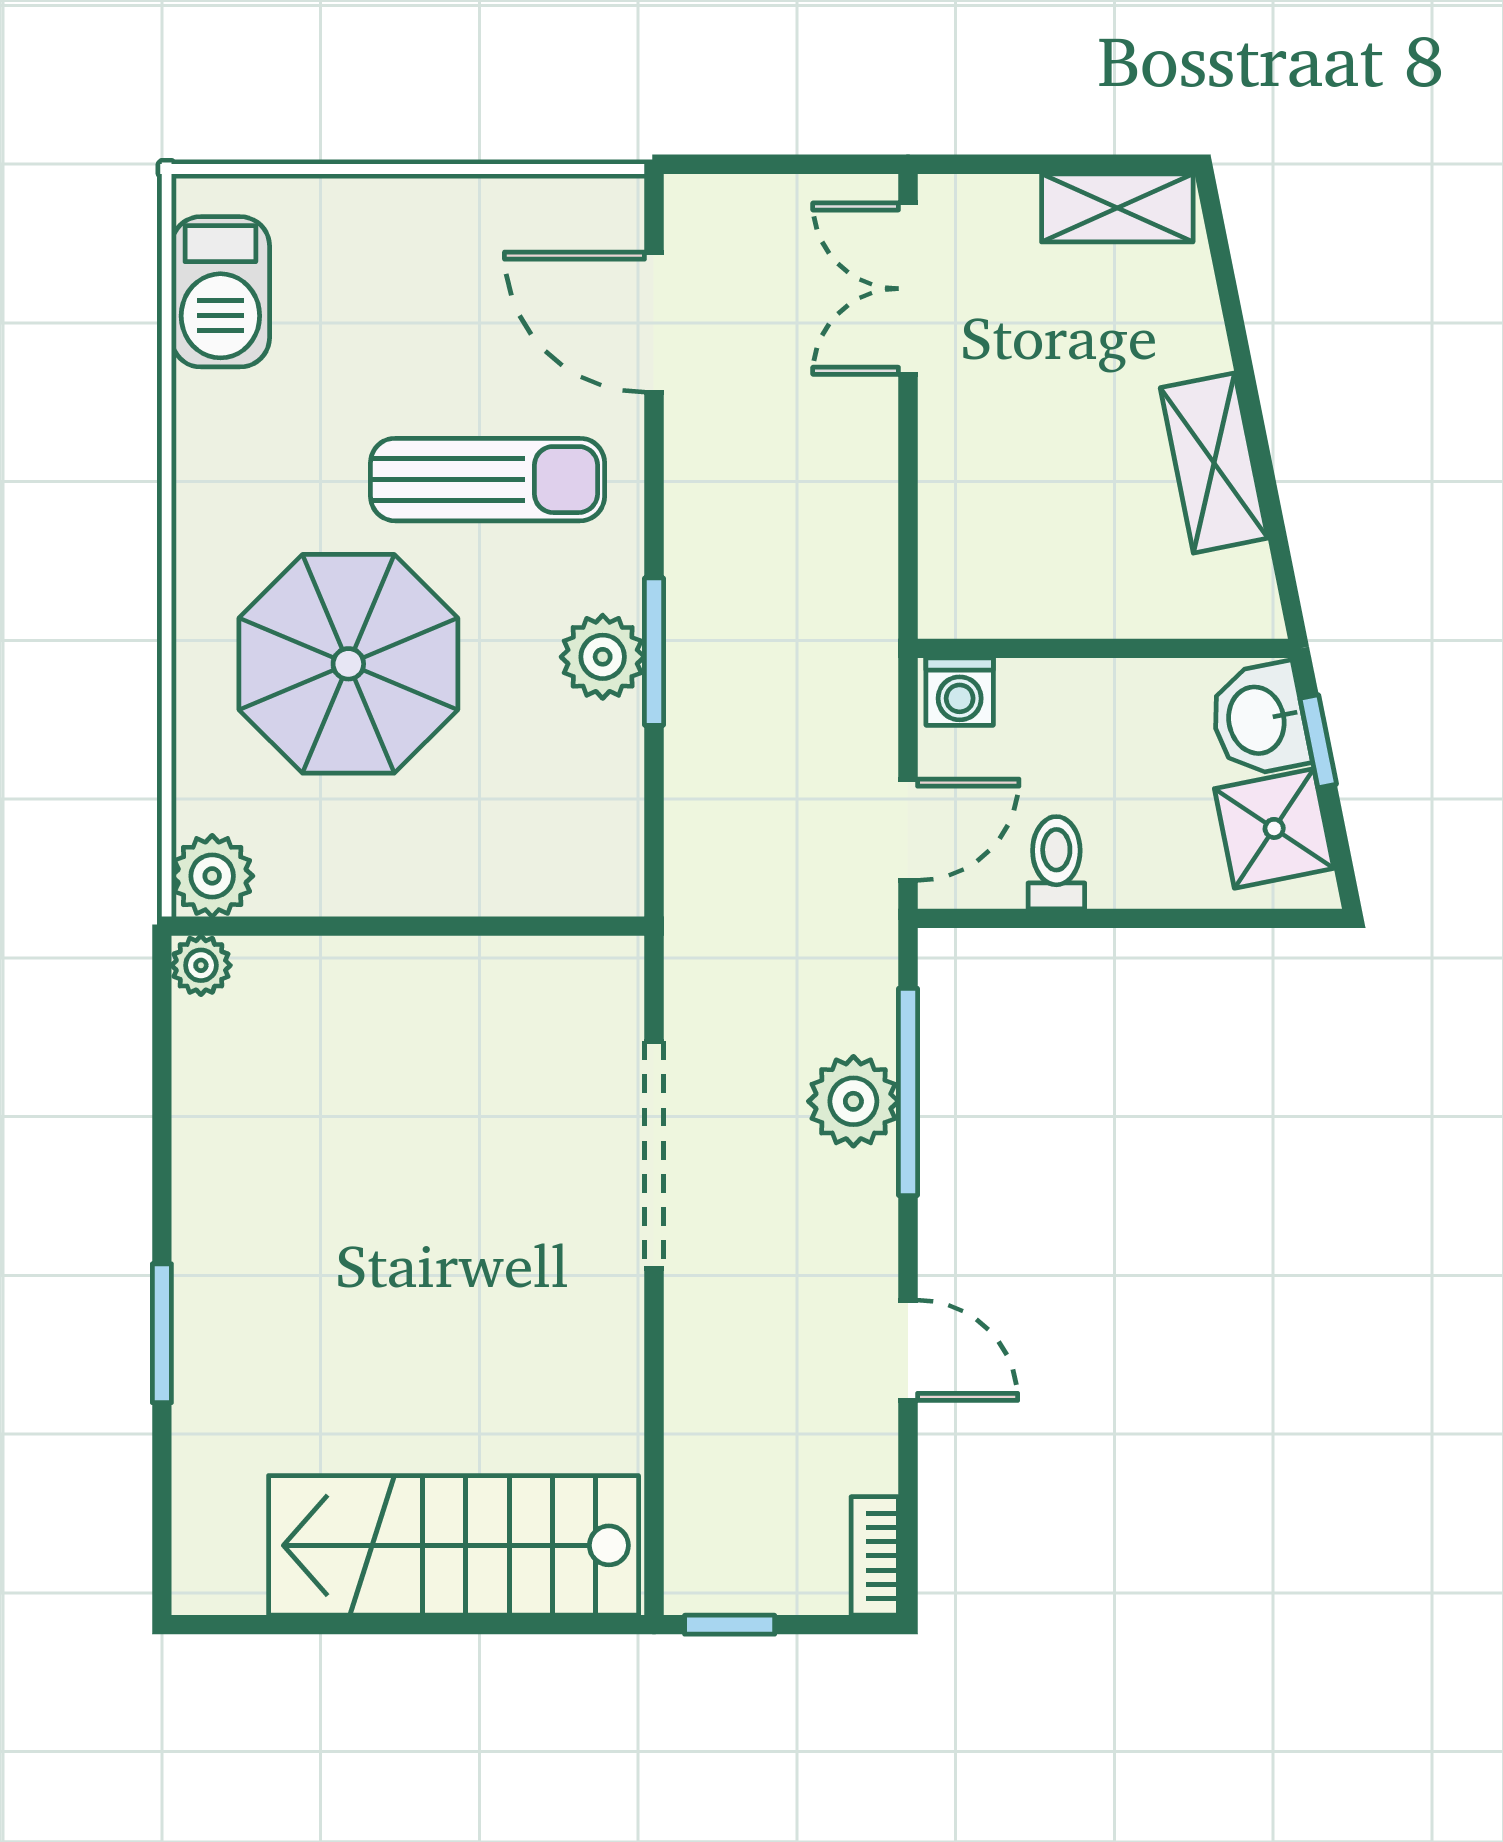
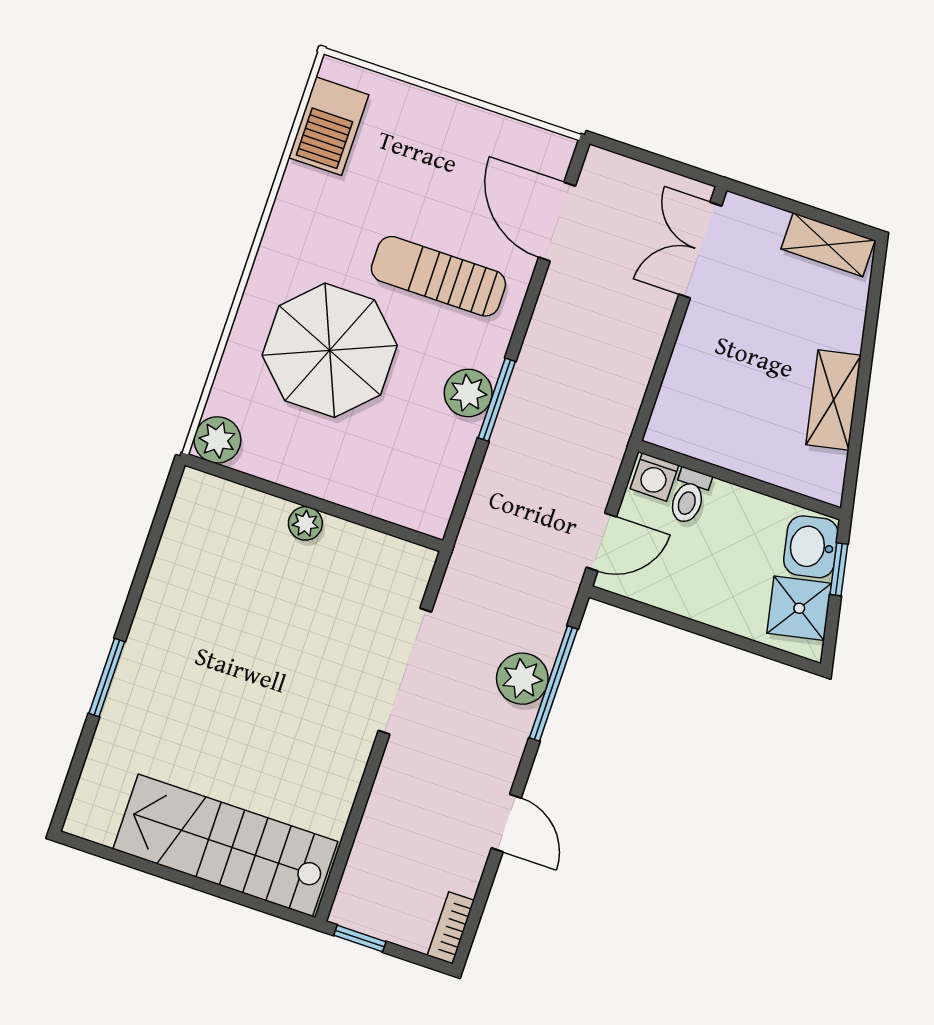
sun lounger: (488, 480) -> (438, 276), turned 180
toilet: (1056, 863) -> (689, 496), moved, turned 180
plant: (201, 965) -> (305, 523), moved

